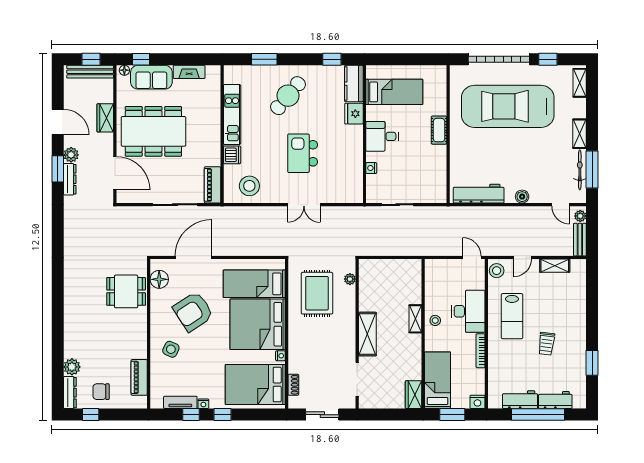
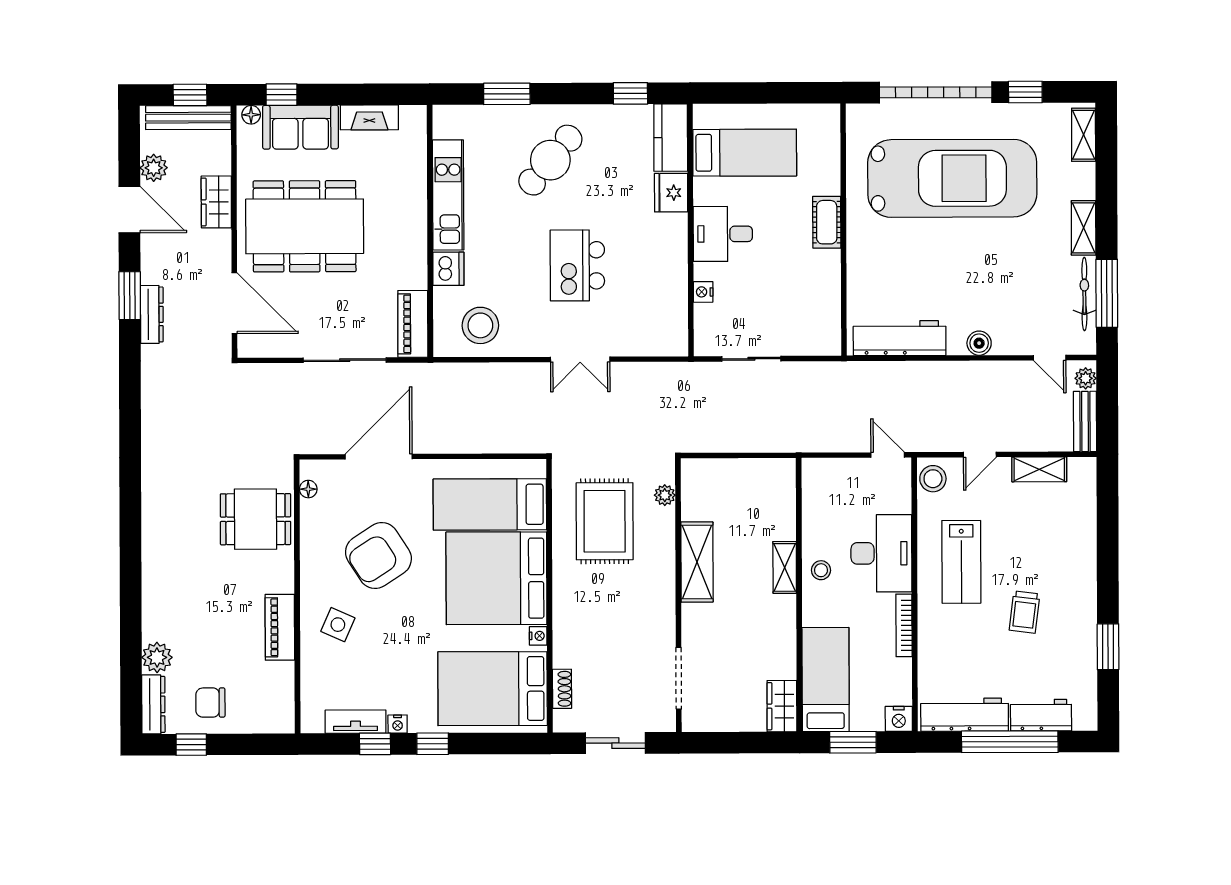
car: (508, 106) -> (952, 178), turned 180
plant: (71, 155) -> (154, 168), moved
floor lamp: (159, 279) -> (308, 489), width x0.53, depth x0.53
shelving: (367, 334) -> (697, 562), moved
piano: (139, 377) -> (280, 627), moved
workbench: (520, 400) -> (965, 715), width x1.37

